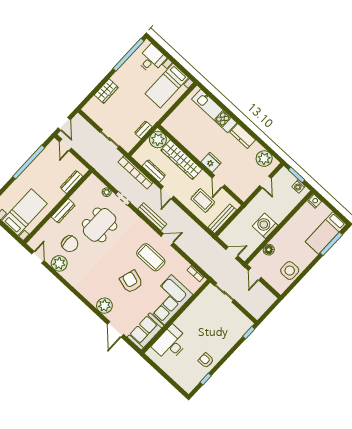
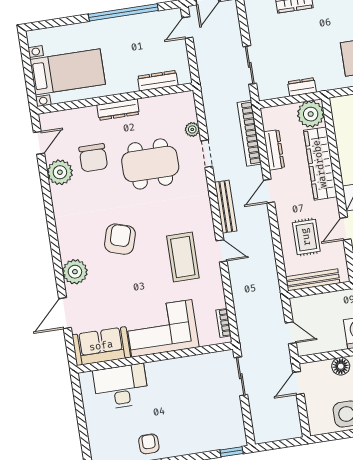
armchair: (131, 282) -> (120, 239), moved

